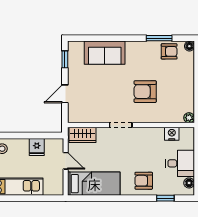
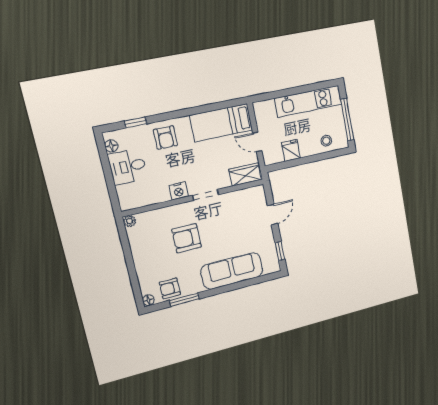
sofa: (105, 53) -> (232, 271), width x1.36
armchair: (145, 92) -> (187, 238), turned 180
nightstand: (172, 134) -> (179, 191), moved
armchair: (144, 181) -> (166, 138), turned 90

